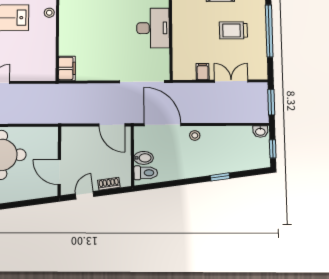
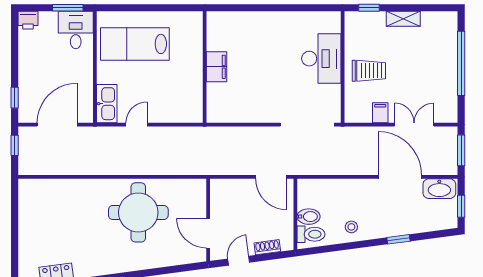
stool: (49, 13) -> (195, 38), removed
trolley: (233, 30) -> (369, 71), moved, turned 180
filing cabinet: (67, 68) -> (217, 67), moved
door: (163, 125) -> (400, 177), moved
washbasin: (260, 131) -> (439, 189), width x1.91, depth x1.45
stool: (195, 135) -> (351, 227), moved

